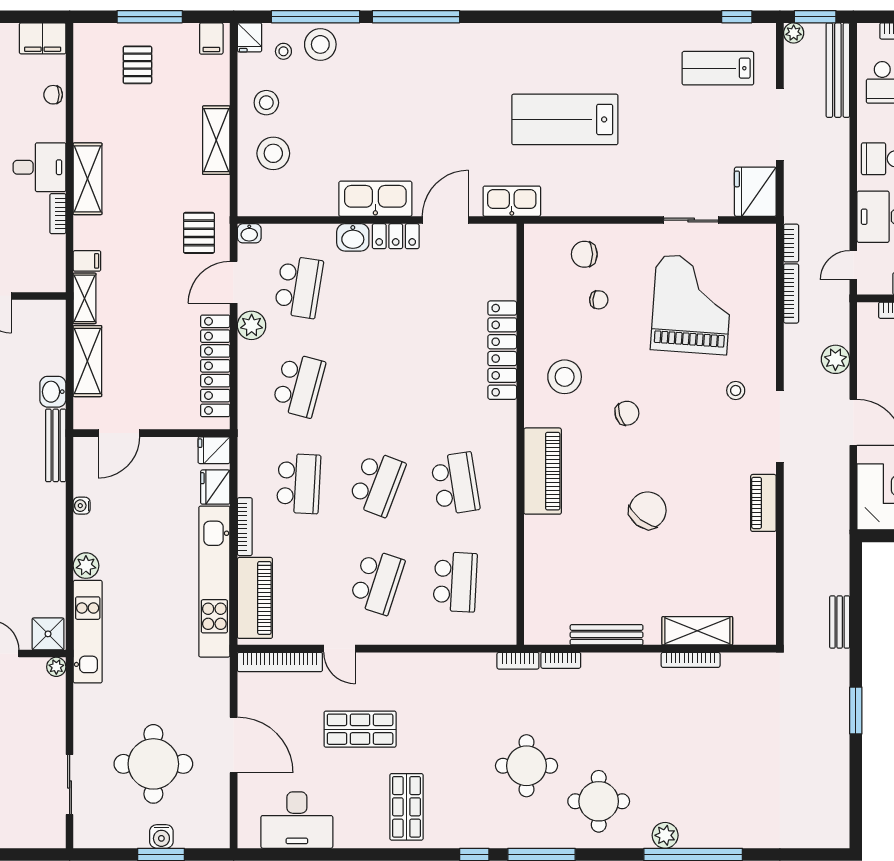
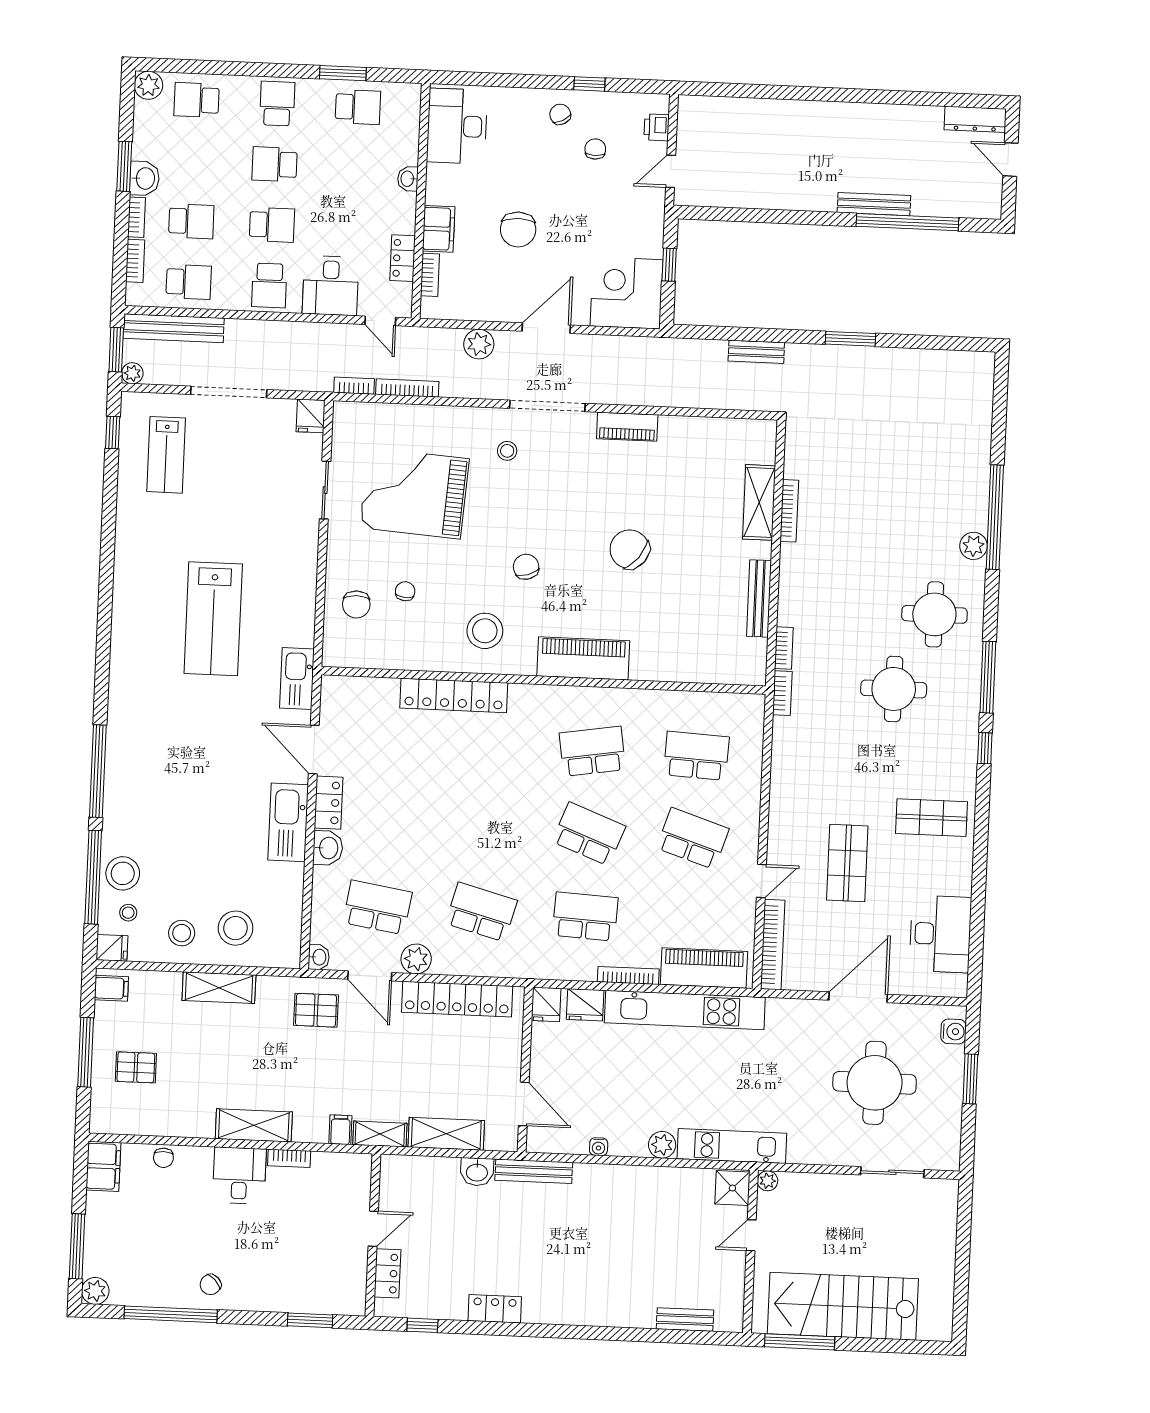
fridge: (755, 192) -> (311, 416), width x0.53, depth x0.75
water cooler: (161, 836) -> (953, 1031), moved

